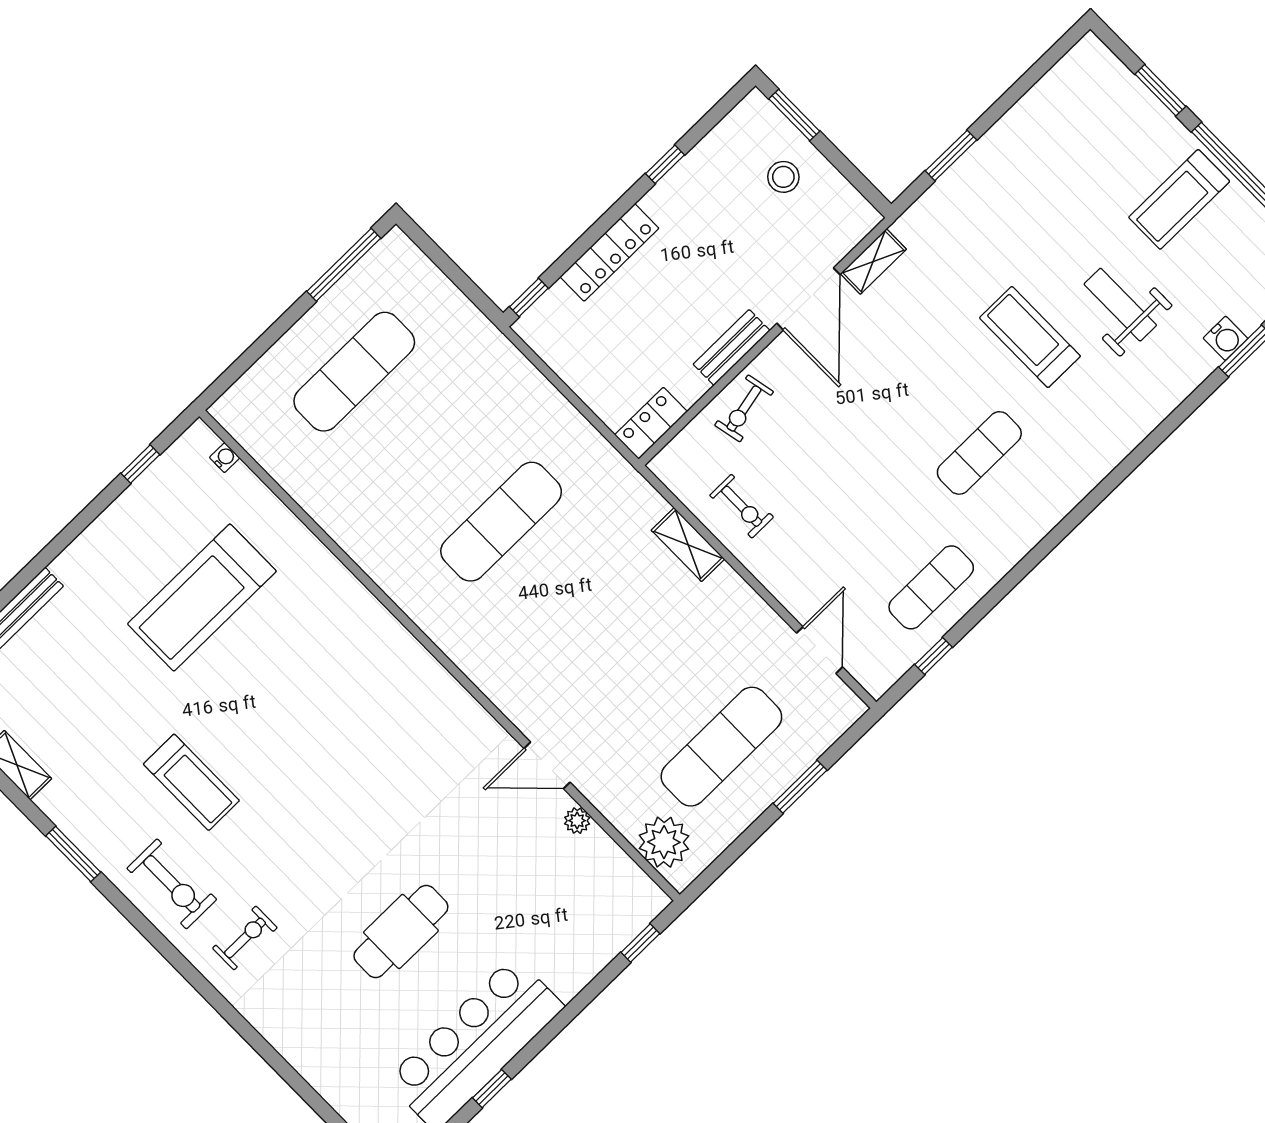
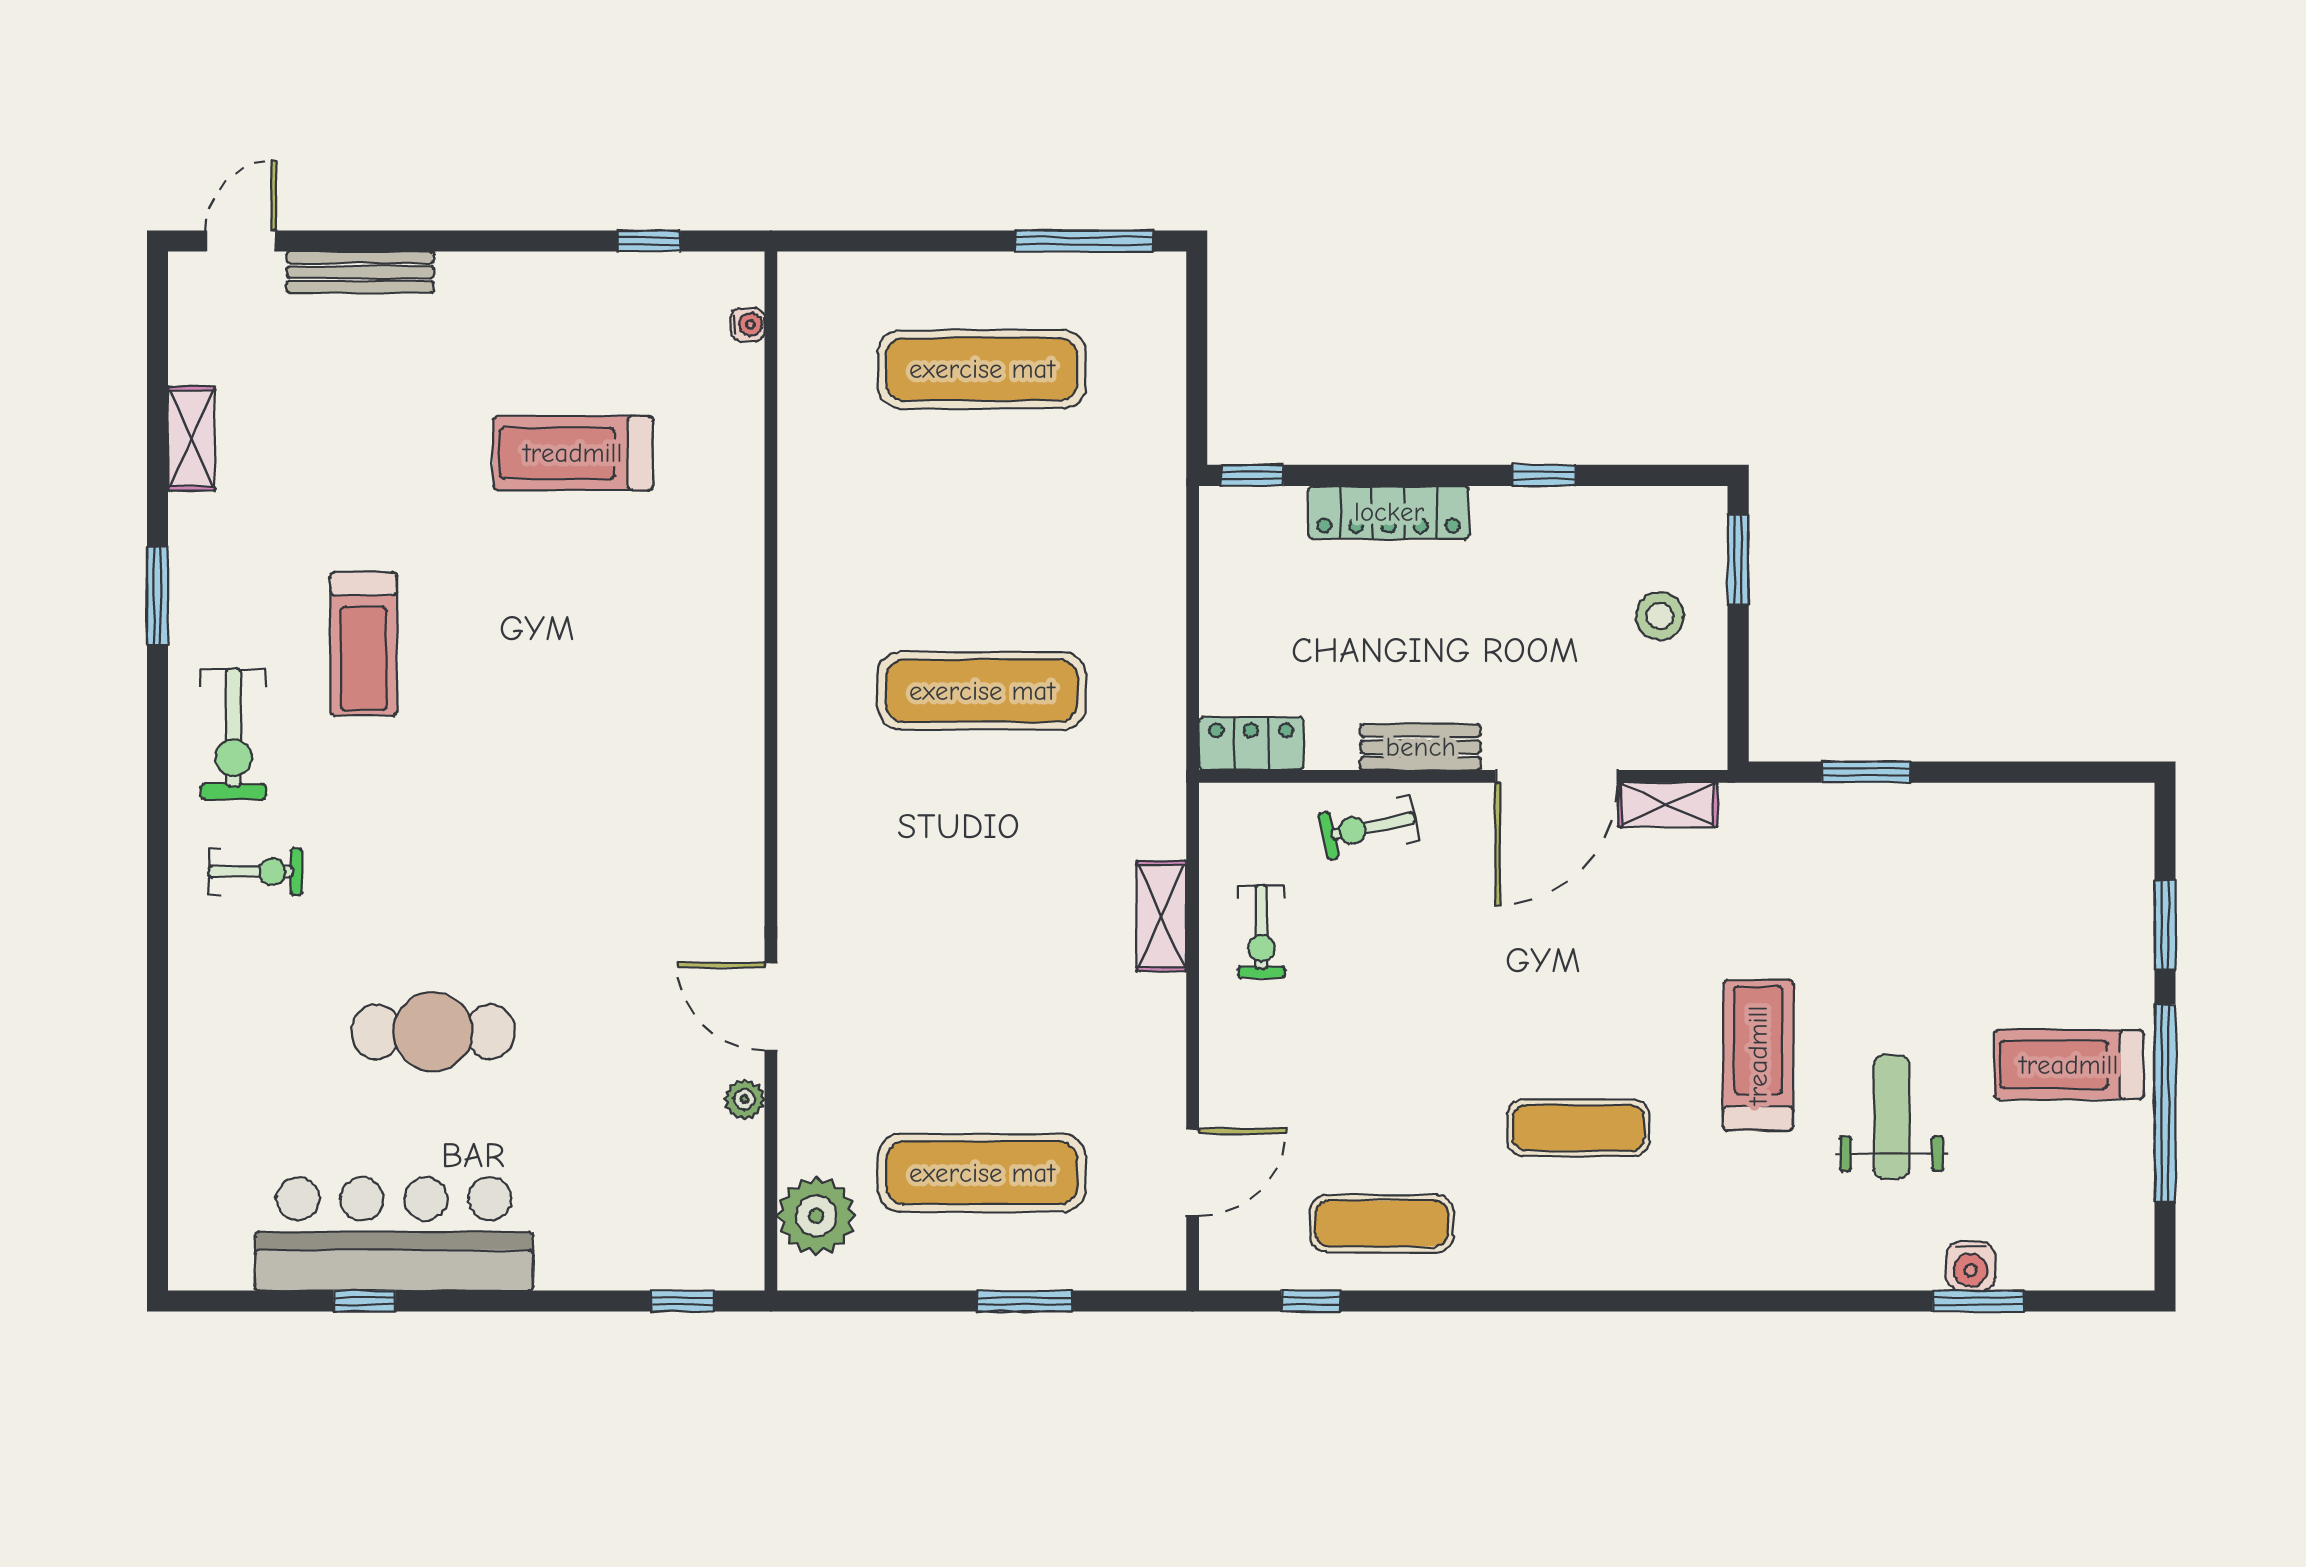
treadmill: (202, 598) -> (573, 453), width x0.73, depth x0.73

